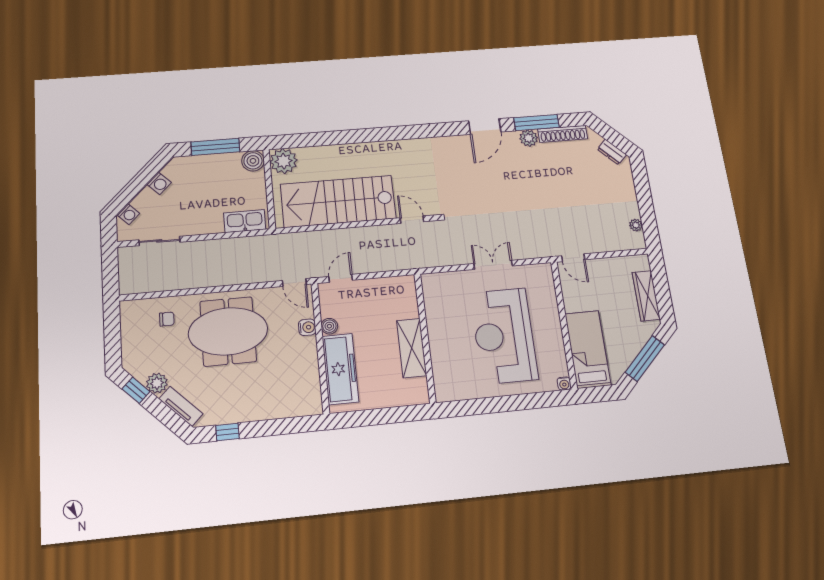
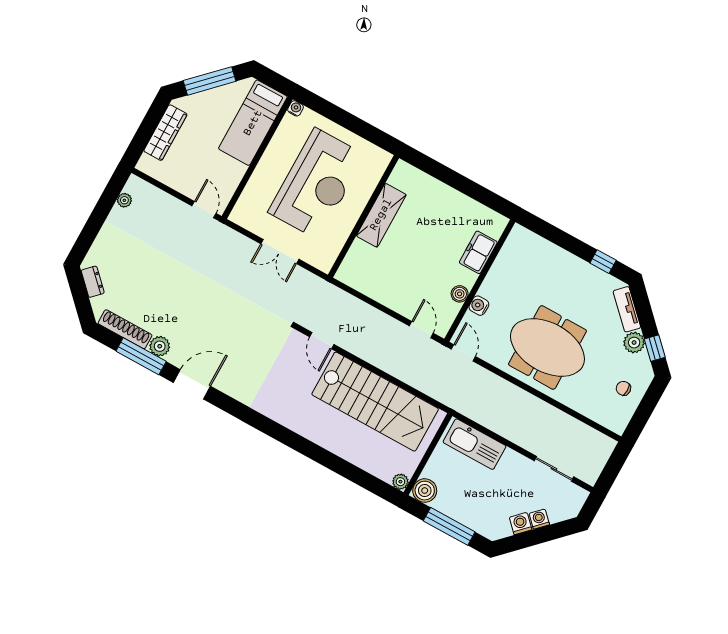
plant: (284, 161) -> (400, 482), width x0.53, depth x0.53
washing machine: (128, 214) -> (539, 519), moved
kitchen sink: (245, 221) -> (475, 444), width x1.36, depth x1.24
door: (341, 278) -> (421, 330), swing flipped
chair: (167, 319) -> (623, 388), moved
wall: (425, 338) -> (363, 216), moved
shelving: (412, 348) -> (381, 215), moved
freezer: (340, 369) -> (478, 252), width x0.52, depth x0.79

